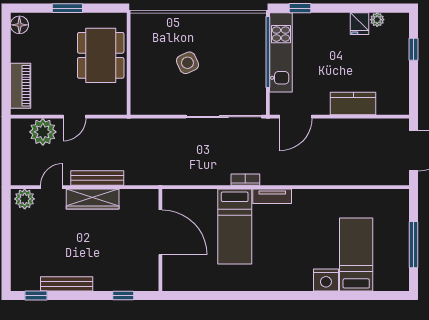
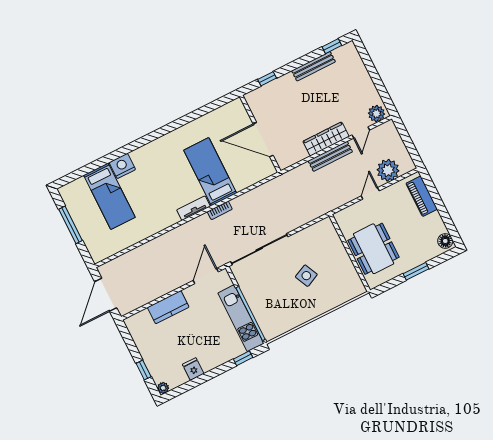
plant: (377, 20) -> (163, 388), moved

